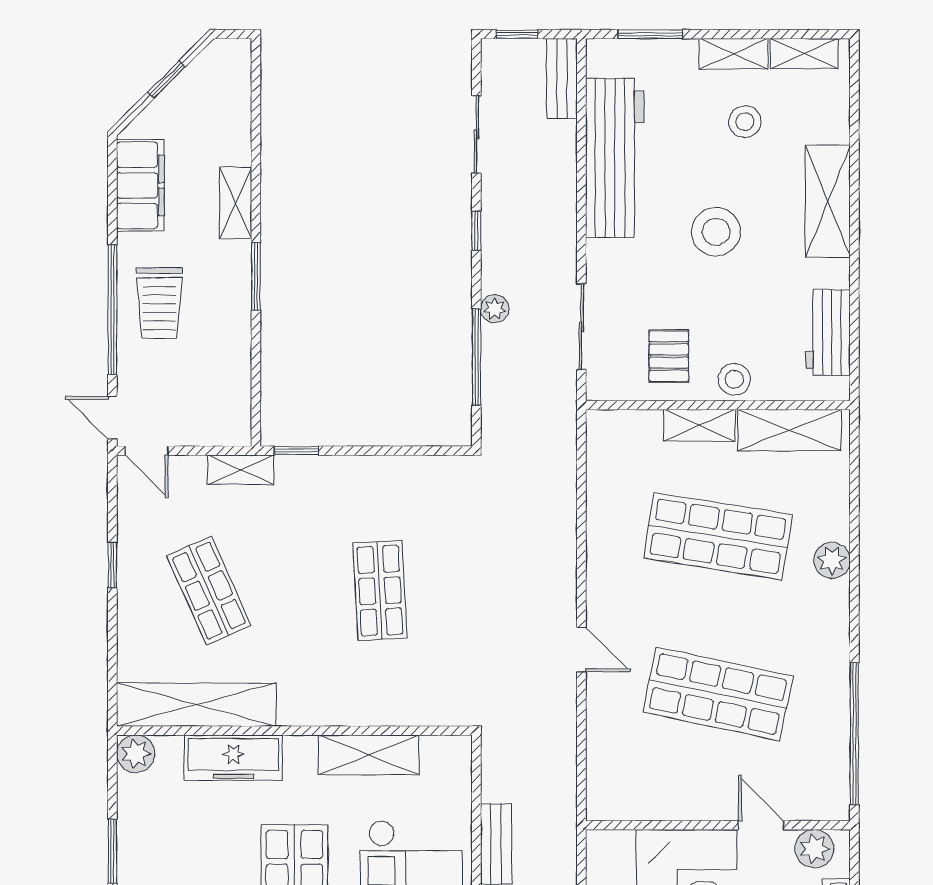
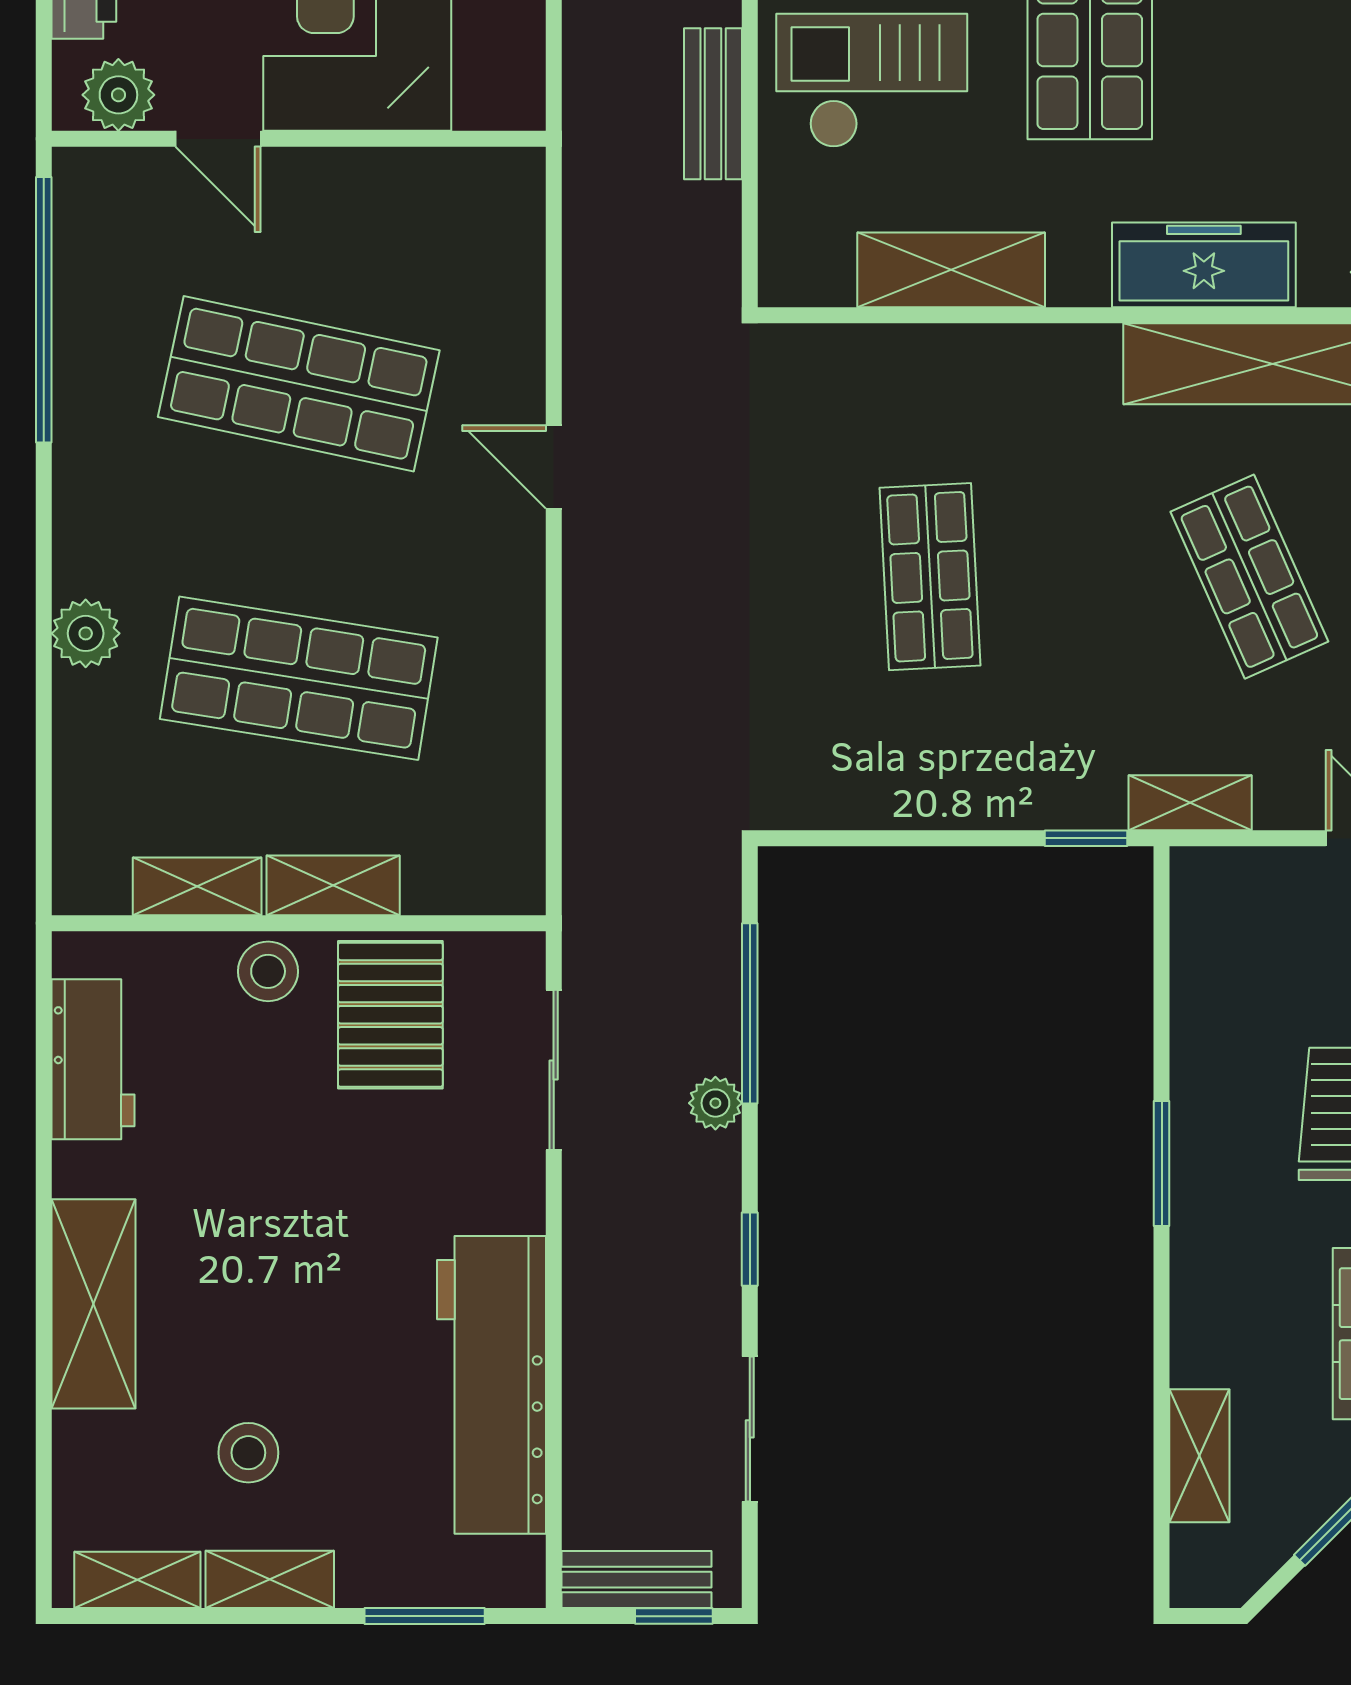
bench: (562, 78) -> (636, 1580), moved, turned 90
shelving: (236, 203) -> (1199, 1456), moved
stool: (716, 232) -> (302, 1247), removed
pallet: (669, 356) -> (390, 1015), width x1.50, depth x1.42
shelving: (790, 430) -> (197, 886), width x0.67, depth x0.75

